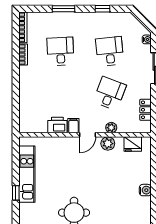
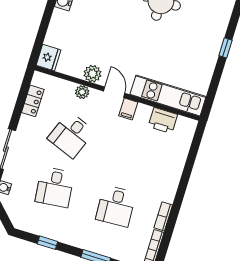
printer: (57, 125) -> (163, 121), moved
door: (88, 135) -> (114, 92), hinge flipped
fridge: (133, 144) -> (49, 58), moved, turned 90
kitchen unit: (27, 174) -> (168, 95), moved, turned 90

